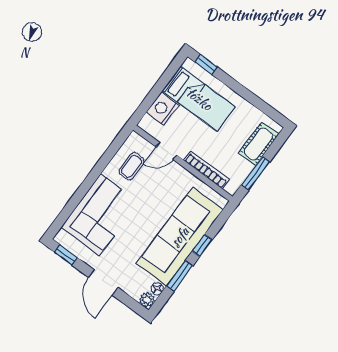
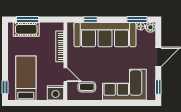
nightstand: (163, 109) -> (56, 93), moved
window: (256, 173) -> (27, 19), moved
window: (202, 245) -> (90, 19), moved
window: (180, 276) -> (137, 19), moved

